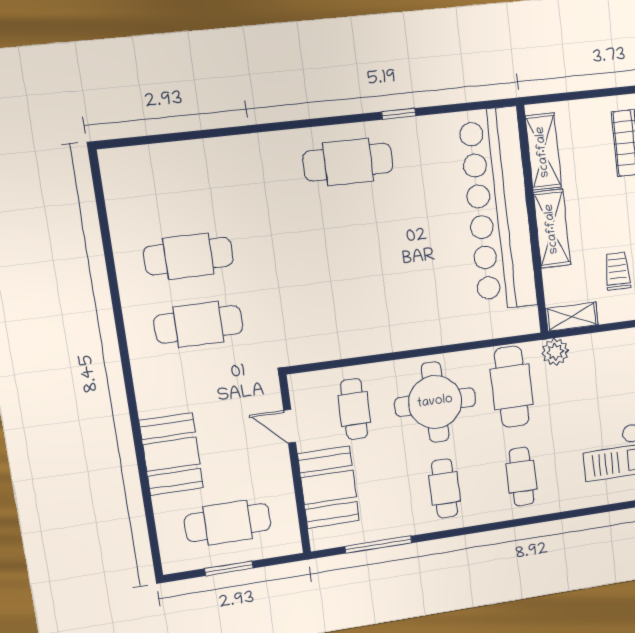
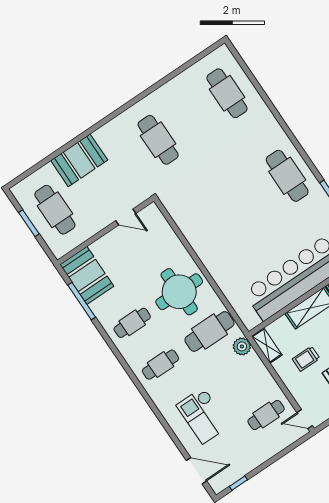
cafe table: (188, 256) -> (227, 93), moved
trolley: (617, 271) -> (306, 359), turned 180
cafe table: (354, 409) -> (153, 248), removed
door: (290, 426) -> (126, 217), swing flipped
booth: (329, 487) -> (87, 275), moved, turned 90

